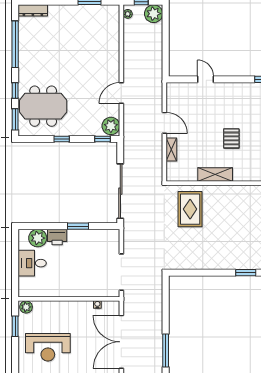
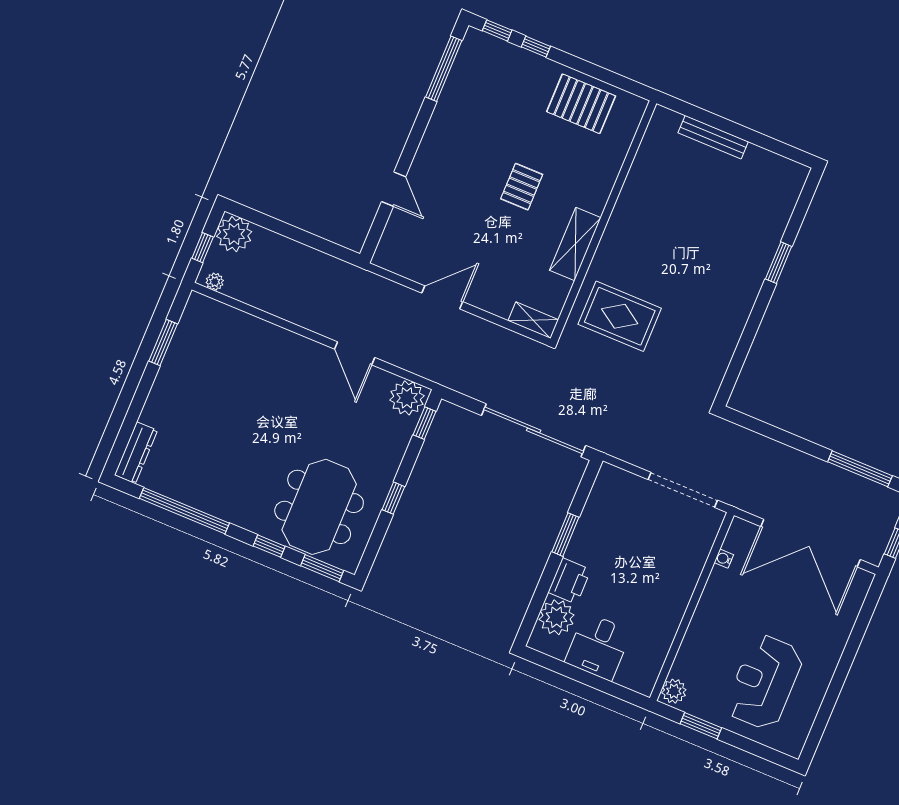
door: (205, 79) -> (394, 189), swing flipped
pallet: (231, 138) -> (522, 187), turned 90
shelving: (171, 150) -> (533, 320), moved
reception desk: (48, 347) -> (764, 682), turned 180

